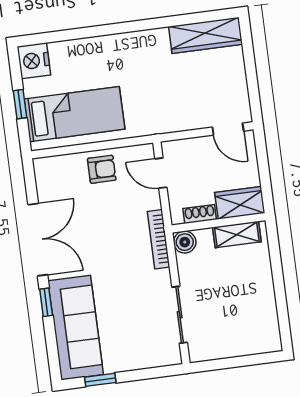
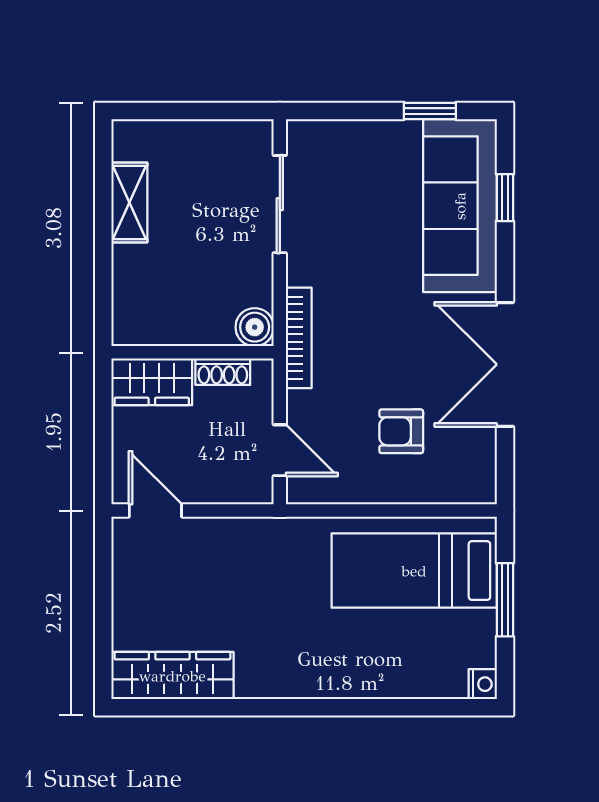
nightstand: (34, 61) -> (483, 684), width x0.53, depth x0.56
window: (20, 104) -> (505, 600), width x1.50
armchair: (102, 169) -> (401, 431), moved
shelving: (237, 235) -> (129, 202), moved, turned 90
window: (46, 302) -> (505, 198), moved

